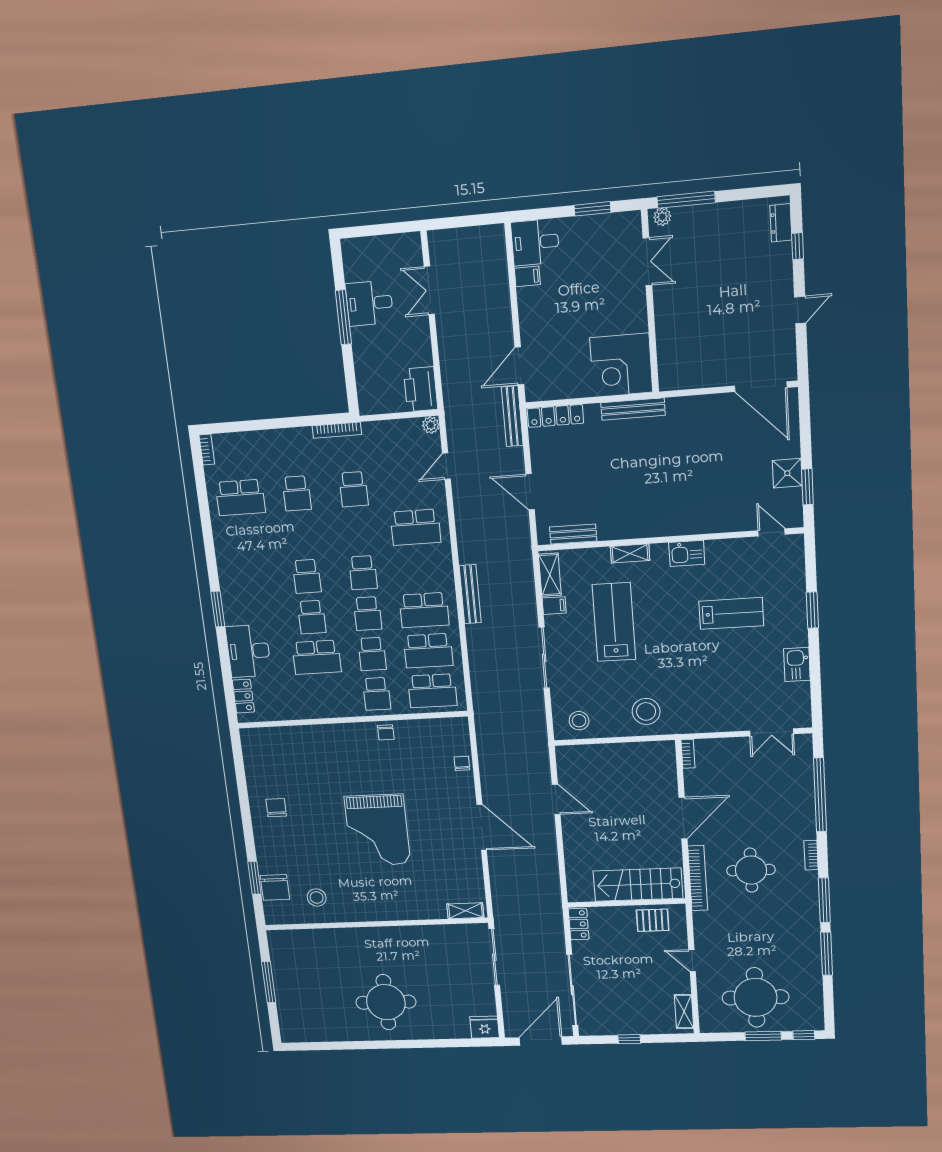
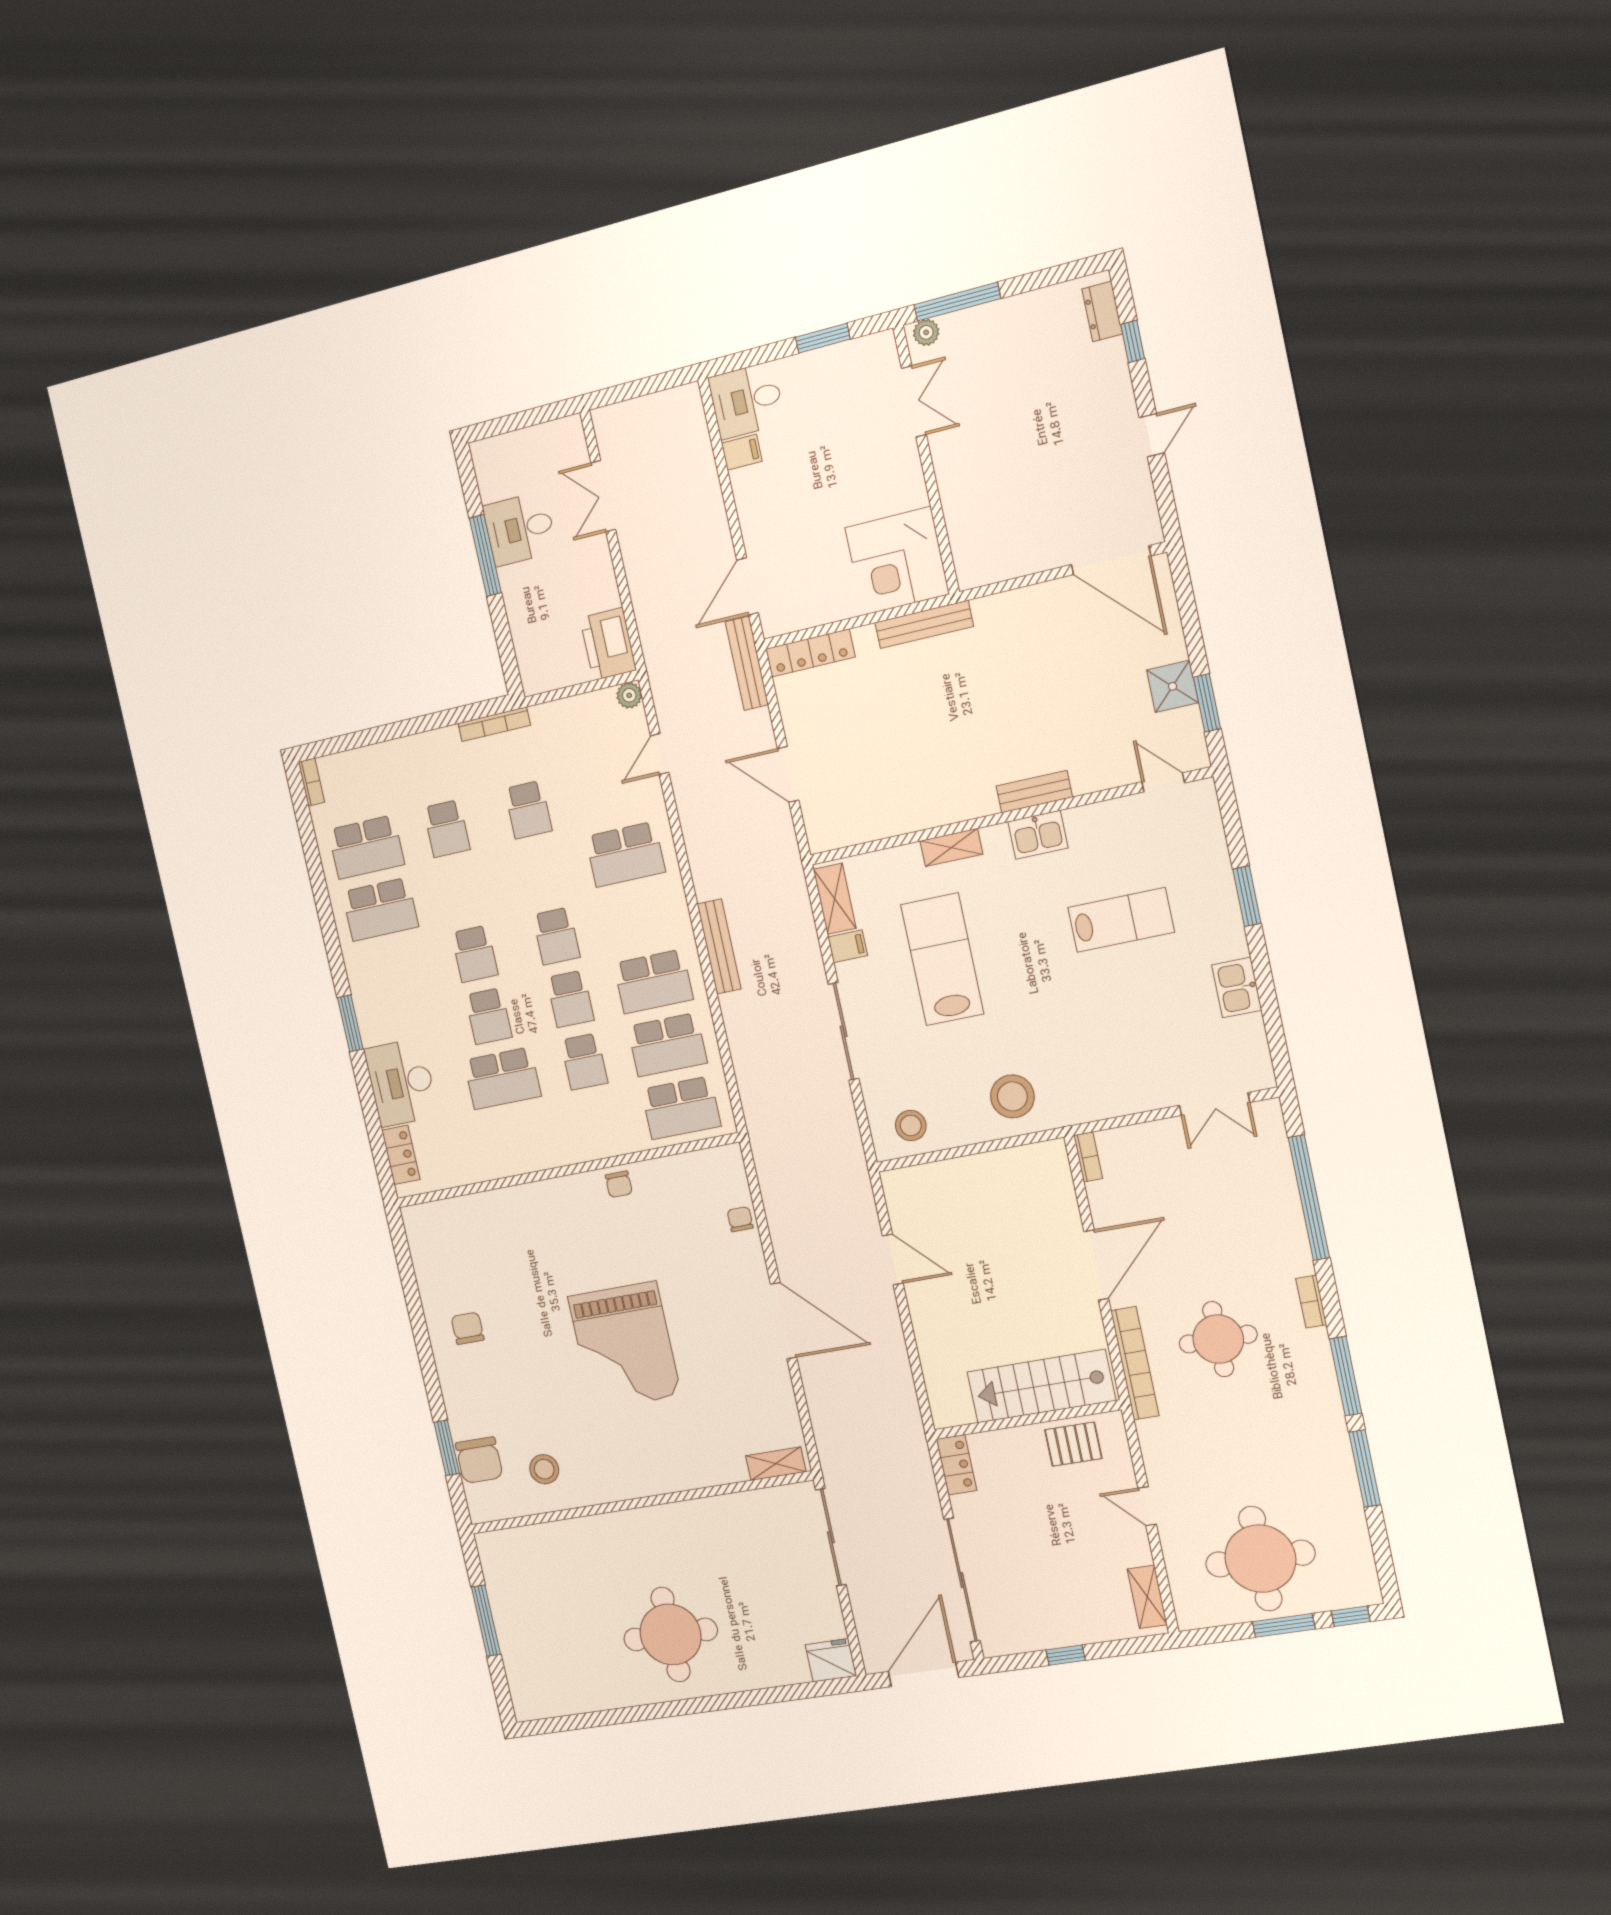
bench: (573, 534) -> (1034, 792), moved
school desk: (377, 694) -> (380, 909), moved, width x1.85

